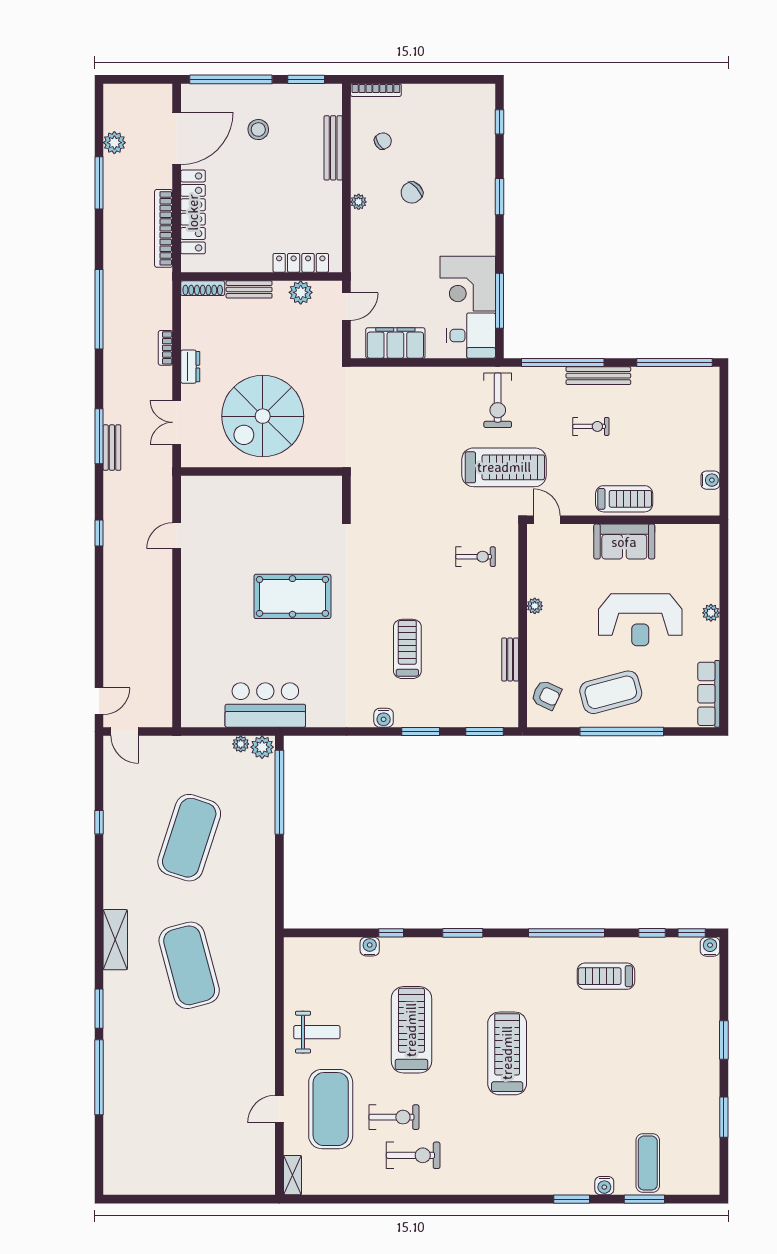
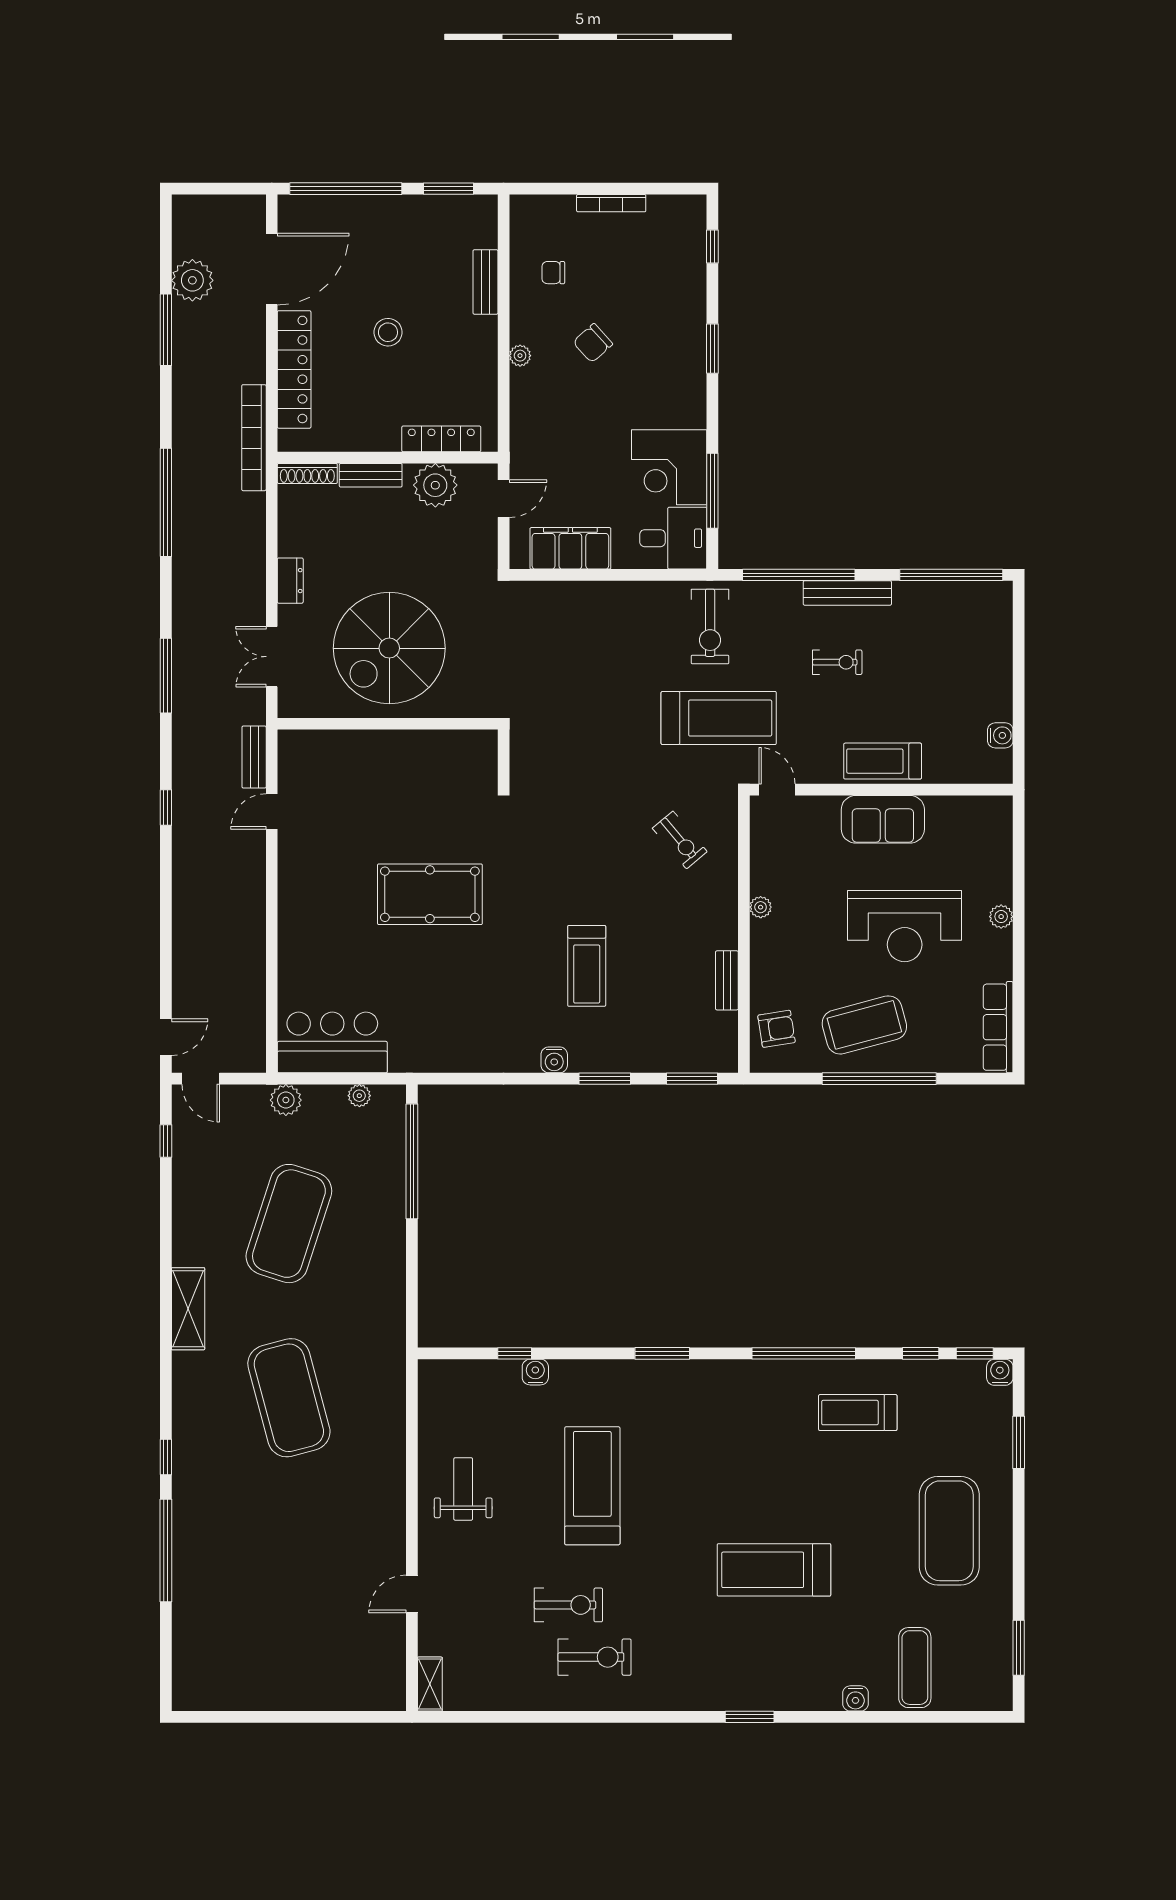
bookcase: (376, 90) -> (611, 203), moved
stool: (258, 130) -> (388, 332), moved
chair: (383, 141) -> (553, 273), turned -147
plant: (114, 143) -> (192, 280), width x1.36, depth x1.36
bench: (333, 148) -> (485, 282), width x0.73
bookcase: (164, 228) -> (254, 438), moved
plant: (301, 292) -> (435, 485), width x1.36, depth x1.36
bookcase: (165, 348) -> (256, 555), removed
bench: (112, 448) -> (254, 757), moved
treadmill: (624, 499) -> (883, 761), turned 180
exercise bike: (476, 557) -> (680, 840), turned 50
treadmill: (407, 649) -> (587, 966), turned 180
armchair: (546, 695) -> (776, 1029), turned -34
bar counter: (265, 705) -> (332, 1042), moved
plant: (262, 747) -> (286, 1100), moved
window: (99, 822) -> (166, 1141), moved
window: (391, 933) -> (515, 1353), moved
shelving: (115, 940) -> (188, 1309), moved
window: (99, 1009) -> (166, 1457), width x0.67
weight bench: (317, 1032) -> (463, 1489), turned -90
window: (724, 1040) -> (1019, 1442), moved
treadmill: (507, 1053) -> (774, 1570), moved, turned -90
exercise mat: (331, 1109) -> (949, 1531), moved
window: (724, 1117) -> (1019, 1648), moved
window: (572, 1199) -> (750, 1717), moved
window: (644, 1199) -> (910, 1717), removed

